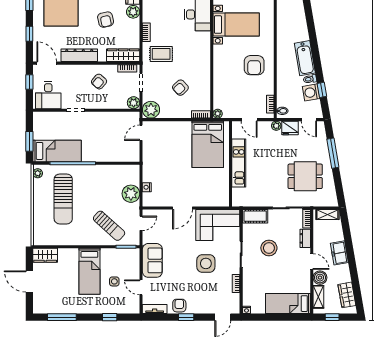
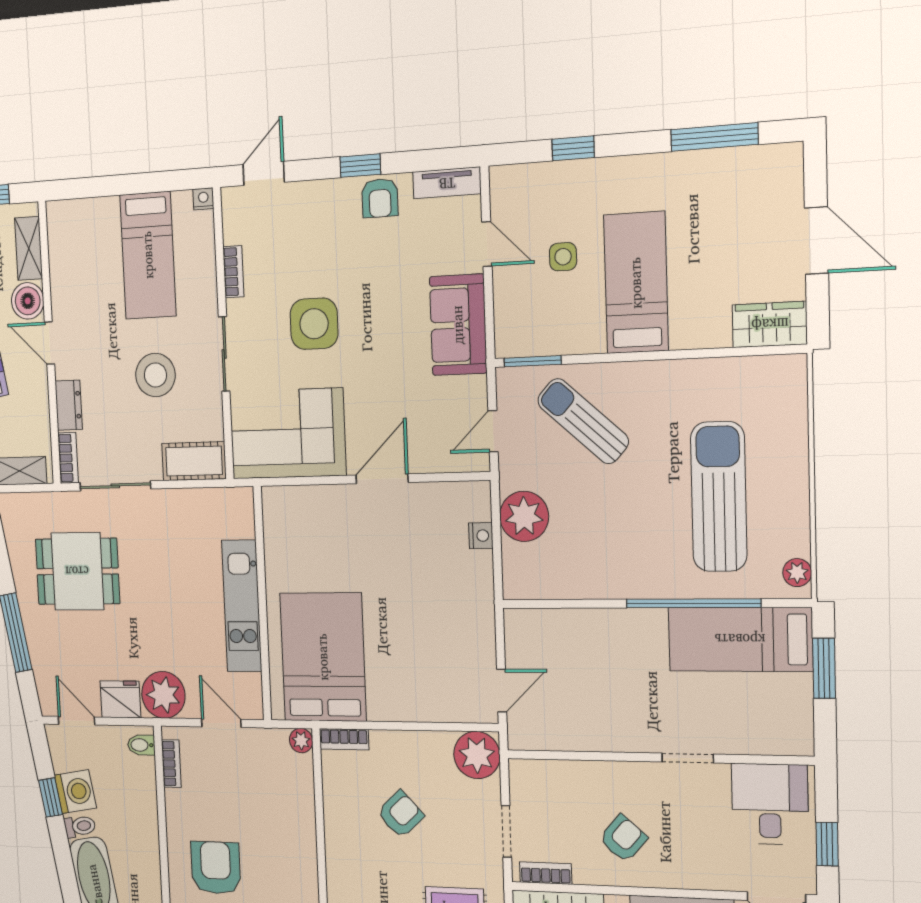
plant: (134, 103) -> (525, 776), removed
plant: (276, 126) -> (163, 695), width x1.88, depth x1.88
bed: (288, 304) -> (148, 255), moved, turned 90

